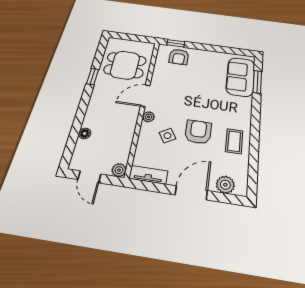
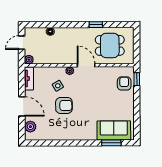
armchair: (179, 57) -> (124, 84), turned 90
dining table: (125, 65) -> (110, 45), turned 90
coffee table: (234, 141) -> (61, 130), removed

